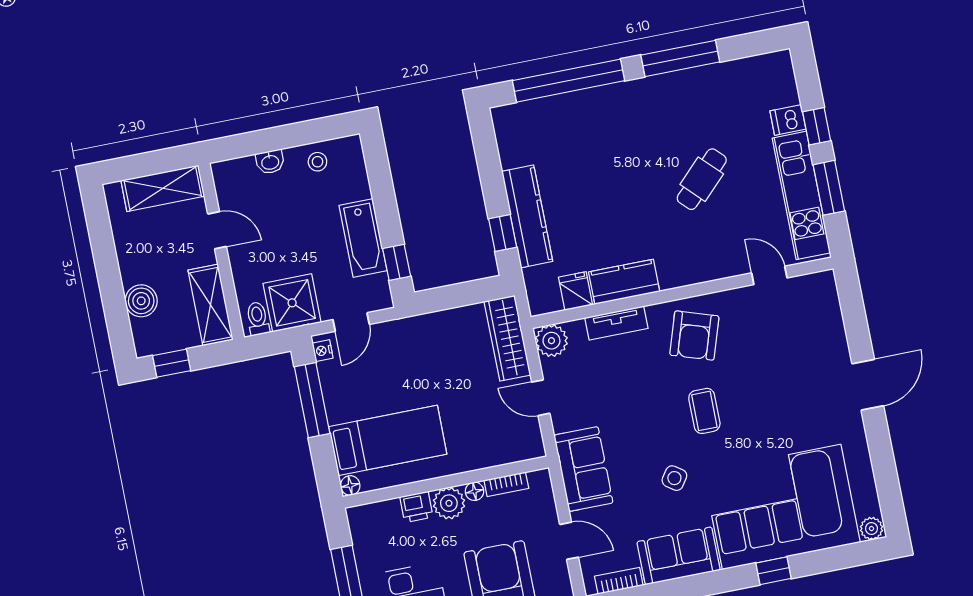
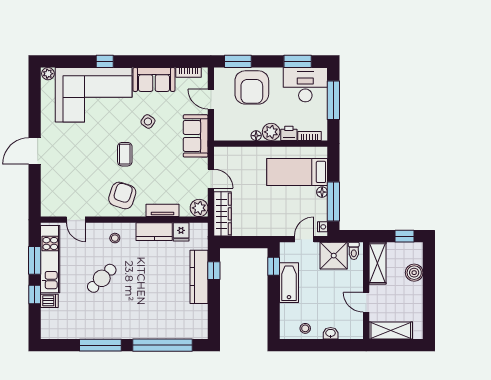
stool: (692, 256) -> (115, 238), added
bookcase: (506, 484) -> (310, 136), moved
floor lamp: (350, 485) -> (322, 192), moved

